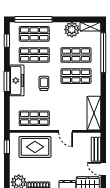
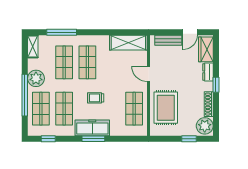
window: (33, 19) -> (25, 95), moved
plant: (72, 30) -> (36, 78), moved
window: (103, 53) -> (62, 32), width x0.68
door: (66, 131) -> (149, 74), swing flipped
window: (7, 147) -> (189, 139), moved

